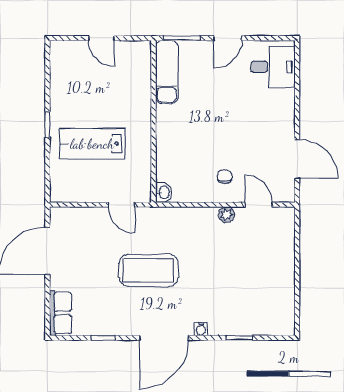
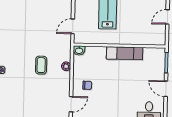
exam couch: (167, 72) -> (125, 53), moved
plant: (227, 215) -> (66, 66), moved
coffee table: (149, 270) -> (41, 65), moved, width x0.54, depth x0.58

